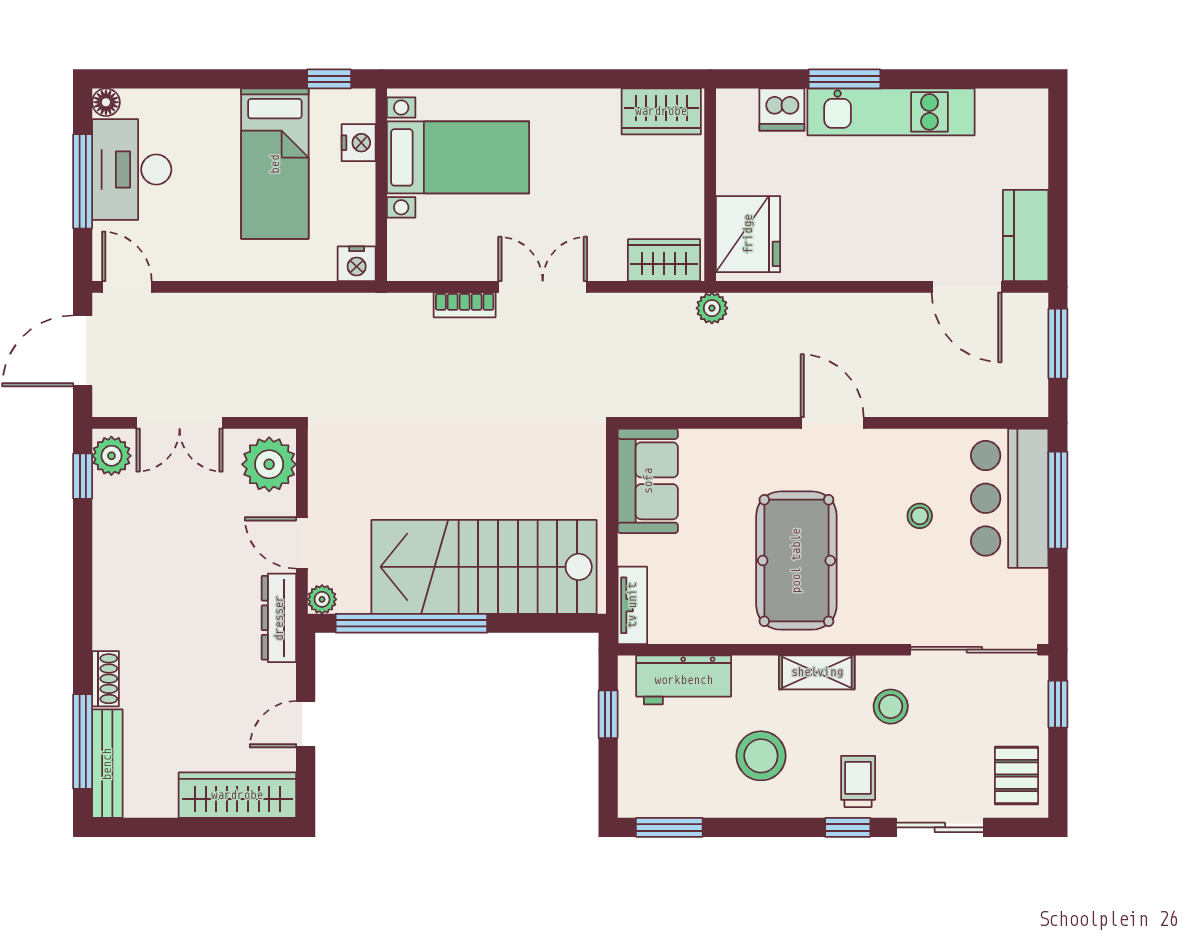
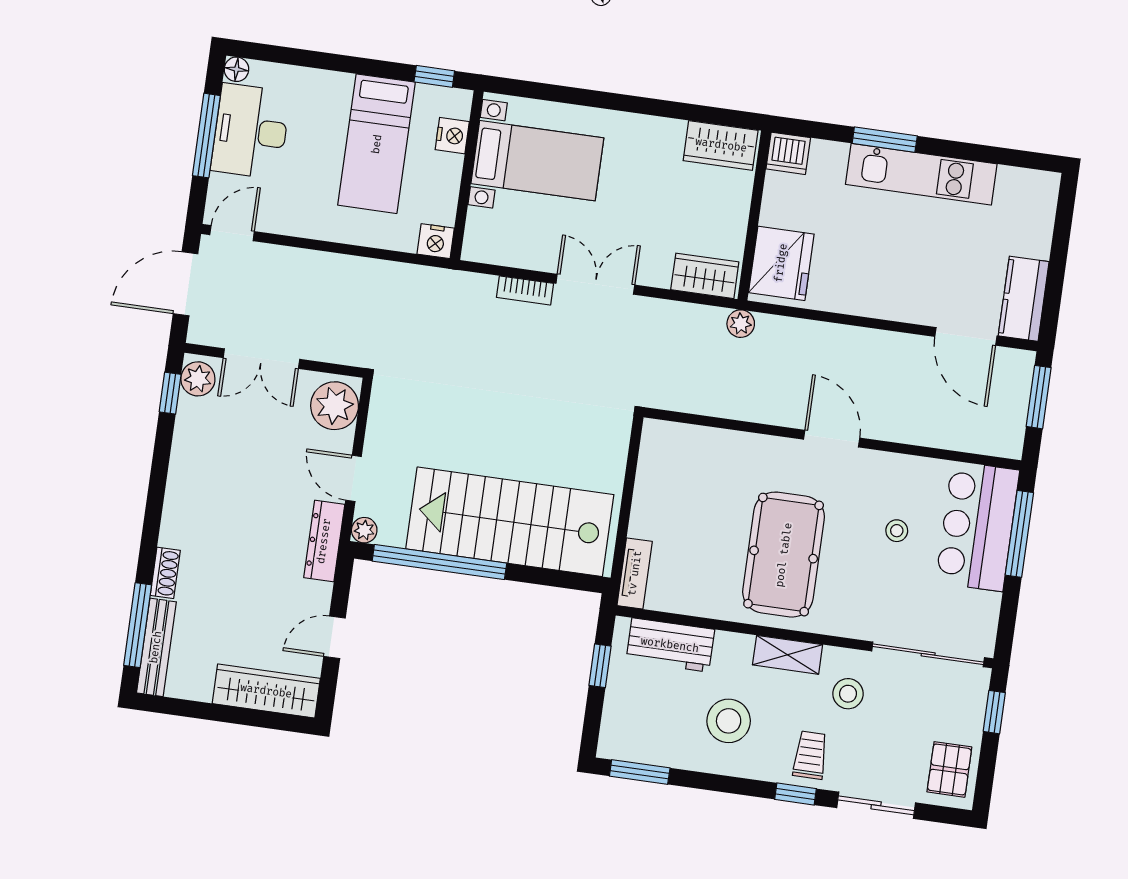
dishwasher: (782, 110) -> (788, 153), moved
door: (127, 287) -> (232, 233), hinge flipped
sofa: (648, 481) -> (663, 467), removed

